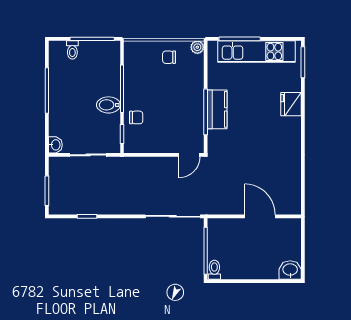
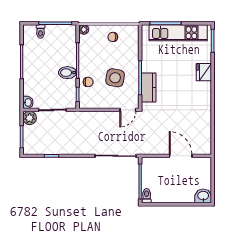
plant: (197, 47) -> (84, 29), moved
kitchen counter: (217, 109) -> (149, 87), moved
side table: (172, 112) -> (115, 78), added
plant: (58, 166) -> (30, 118), added

